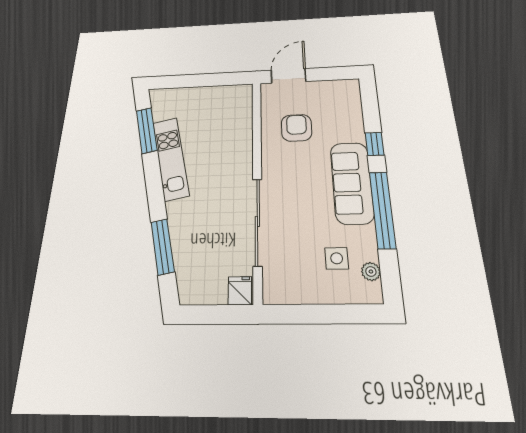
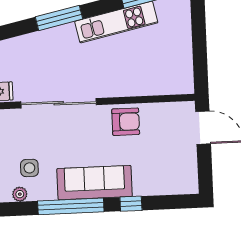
armchair: (297, 128) -> (126, 122), moved
window: (162, 247) -> (59, 18), moved

